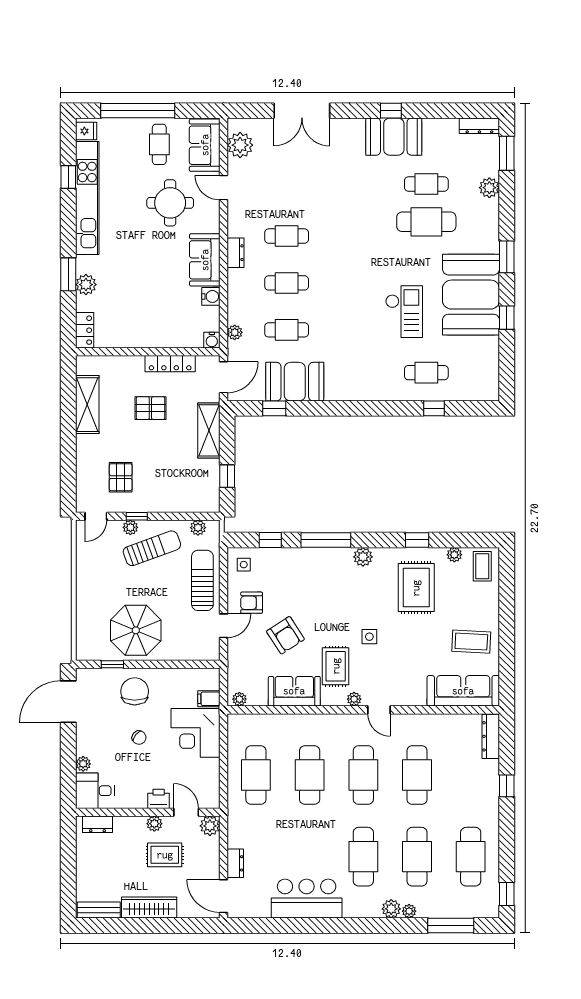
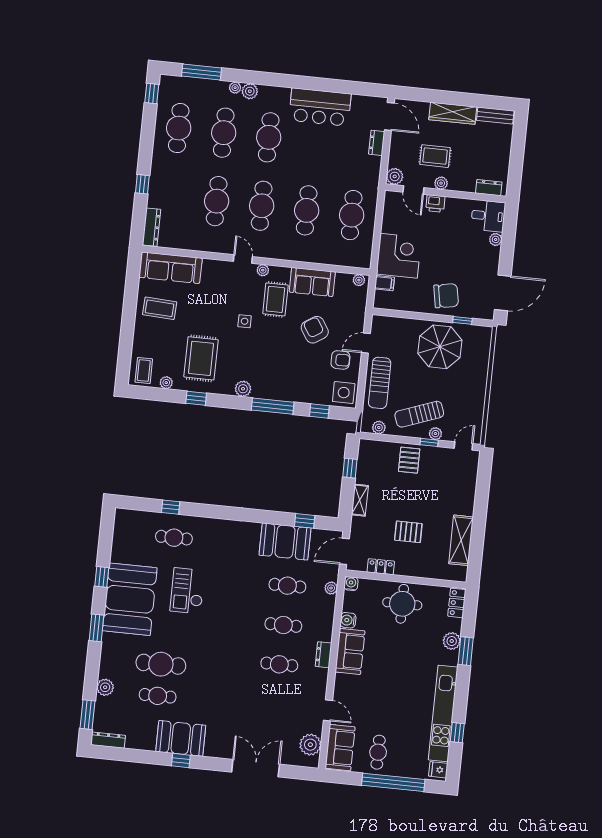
round table: (170, 203) -> (402, 604), moved
locker: (170, 364) -> (381, 567), width x0.66
shelving: (209, 430) -> (360, 500), width x0.67, depth x0.75
pallet: (121, 477) -> (409, 460), moved
side table: (244, 565) -> (344, 393), width x1.87, depth x1.87
chair: (135, 691) -> (446, 296), turned -100
chair: (139, 738) -> (446, 257), removed

